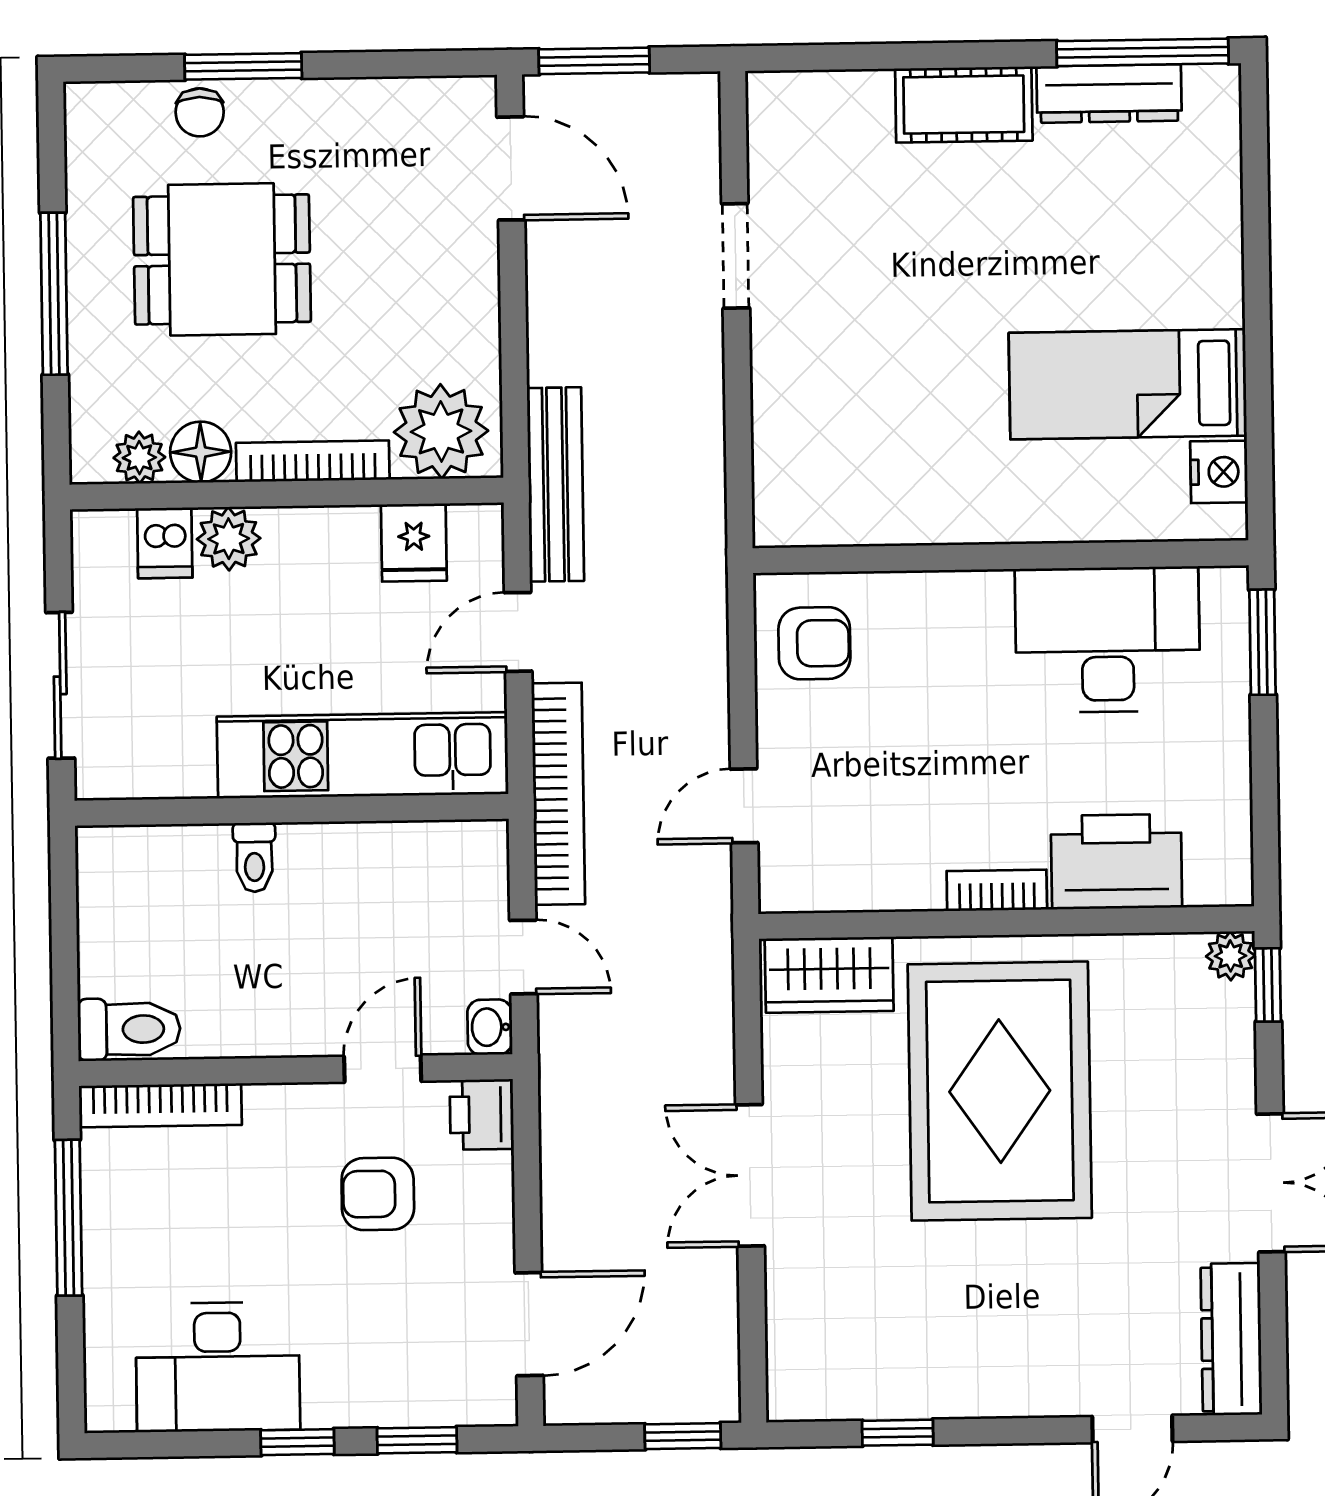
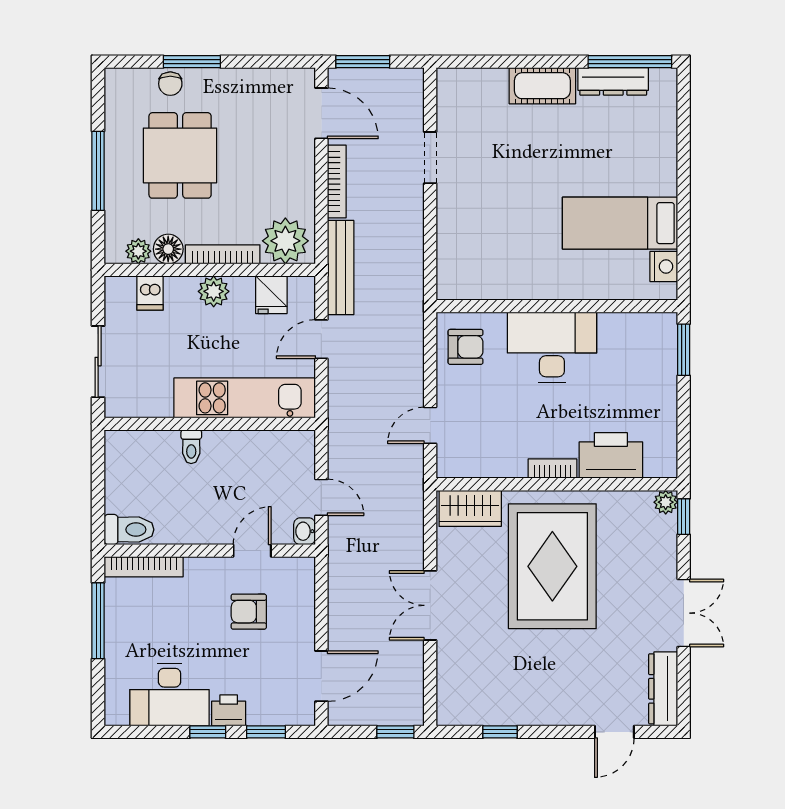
dining table: (222, 259) -> (180, 155), turned 90
plant: (229, 539) -> (214, 291), moved
desk: (1108, 640) -> (552, 347), moved
bookcase: (558, 794) -> (337, 182), moved, width x0.68, depth x0.76
printer: (482, 1114) -> (229, 710), moved, turned 90

